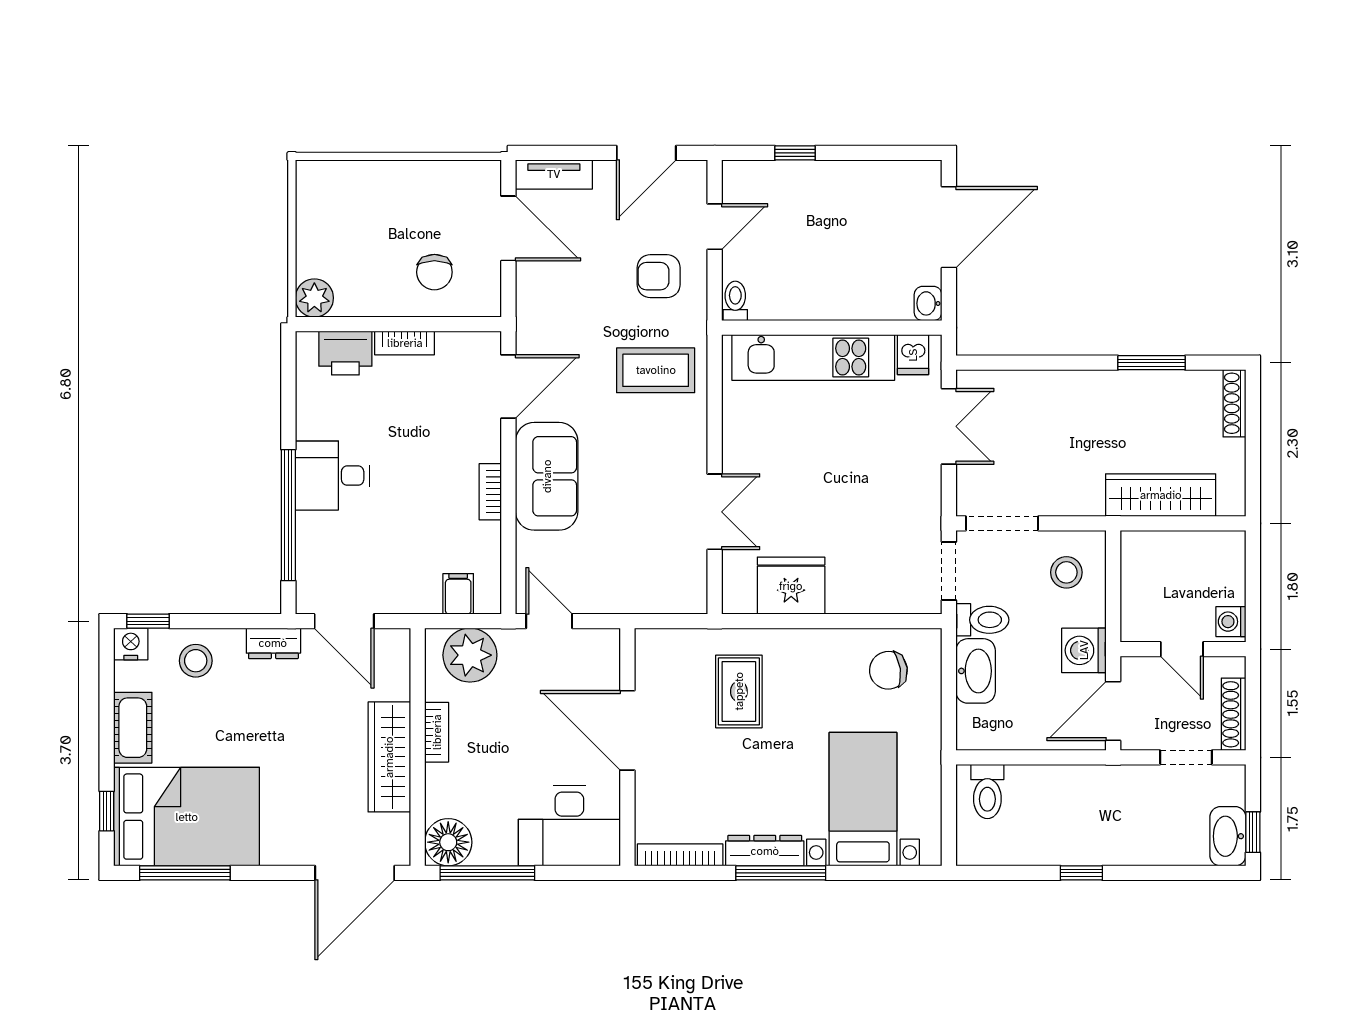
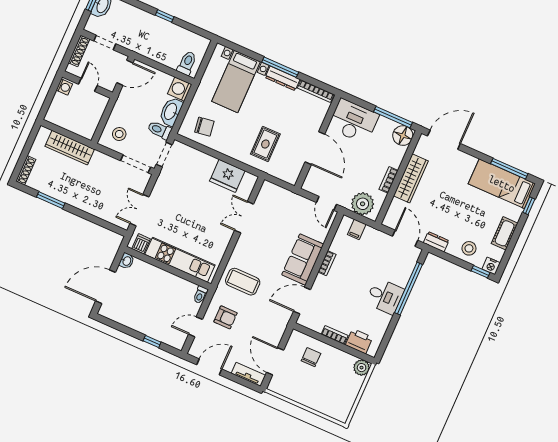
washing machine: (1084, 650) -> (180, 89), moved, turned 180
bed: (187, 817) -> (502, 184), width x0.67

